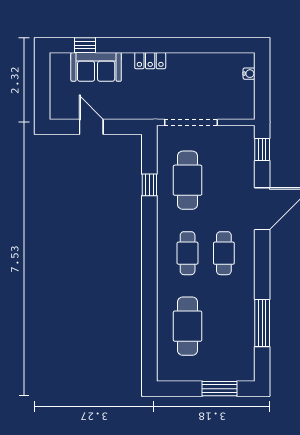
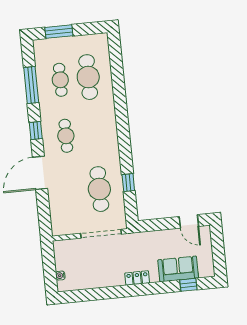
door: (91, 127) -> (189, 221), moved
window: (262, 149) -> (36, 131), moved
cafe table: (188, 253) -> (60, 80), moved

